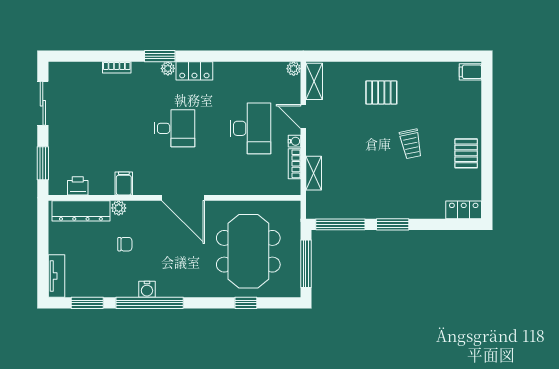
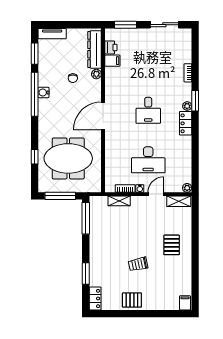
filing cabinet: (124, 183) -> (112, 61), moved
window: (393, 224) -> (86, 273), moved

